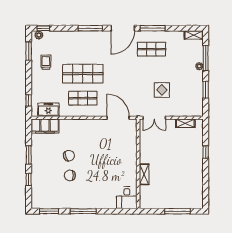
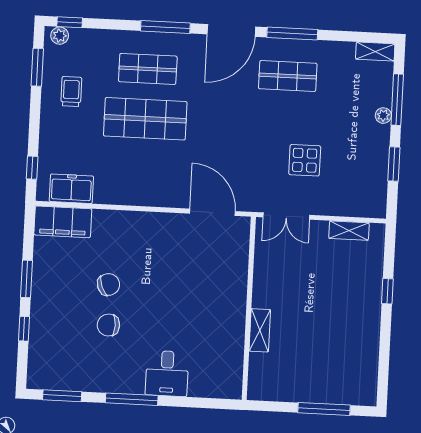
shop shelf: (83, 98) -> (148, 69), moved
desk: (127, 198) -> (167, 373), moved

